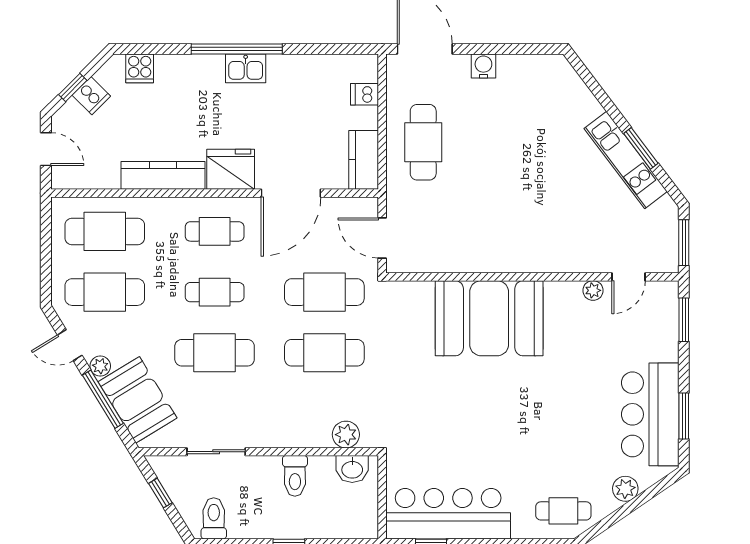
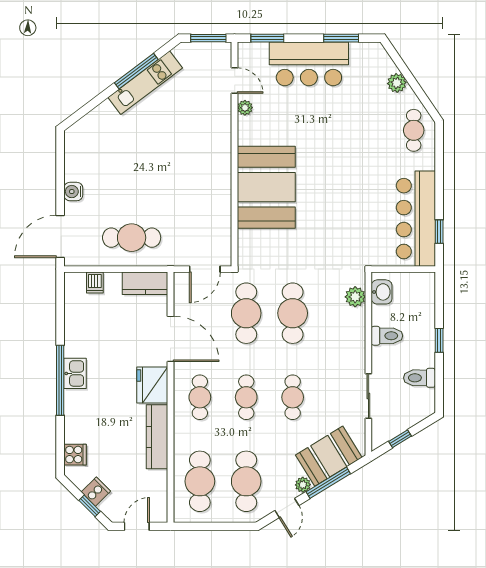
window: (641, 148) -> (136, 71), width x1.44
cafe table: (215, 353) -> (293, 397), width x0.73, depth x0.74
bar counter: (650, 414) -> (309, 64), moved
toilet: (214, 518) -> (419, 378), moved

